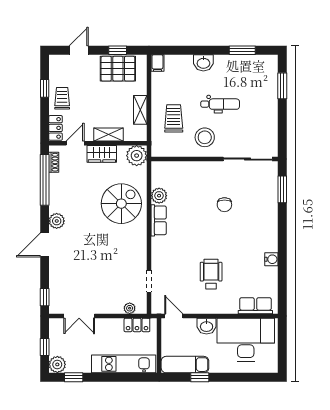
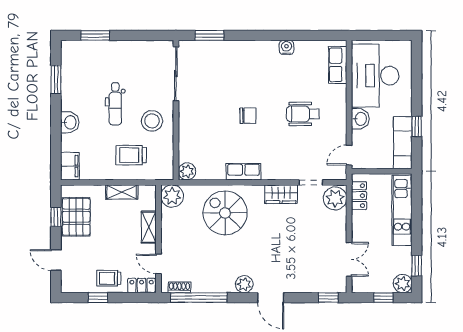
filing cabinet: (157, 63) -> (70, 166), width x2.00
dental chair: (220, 104) -> (115, 104), turned 180
wardrobe: (102, 154) -> (281, 194), moved, turned 90
plant: (159, 196) -> (187, 171), moved
chair: (224, 205) -> (248, 116), moved
plant: (130, 308) -> (335, 198), width x1.87, depth x1.87

